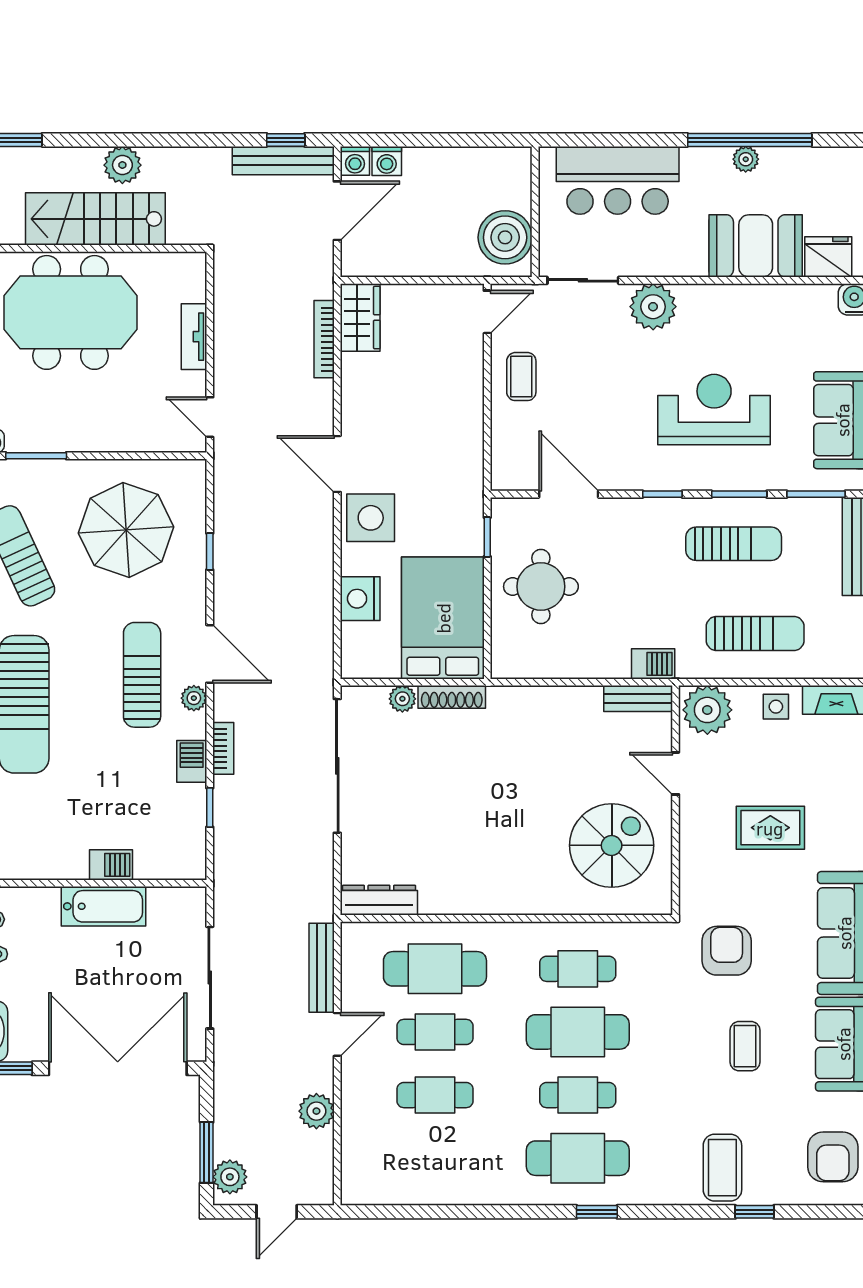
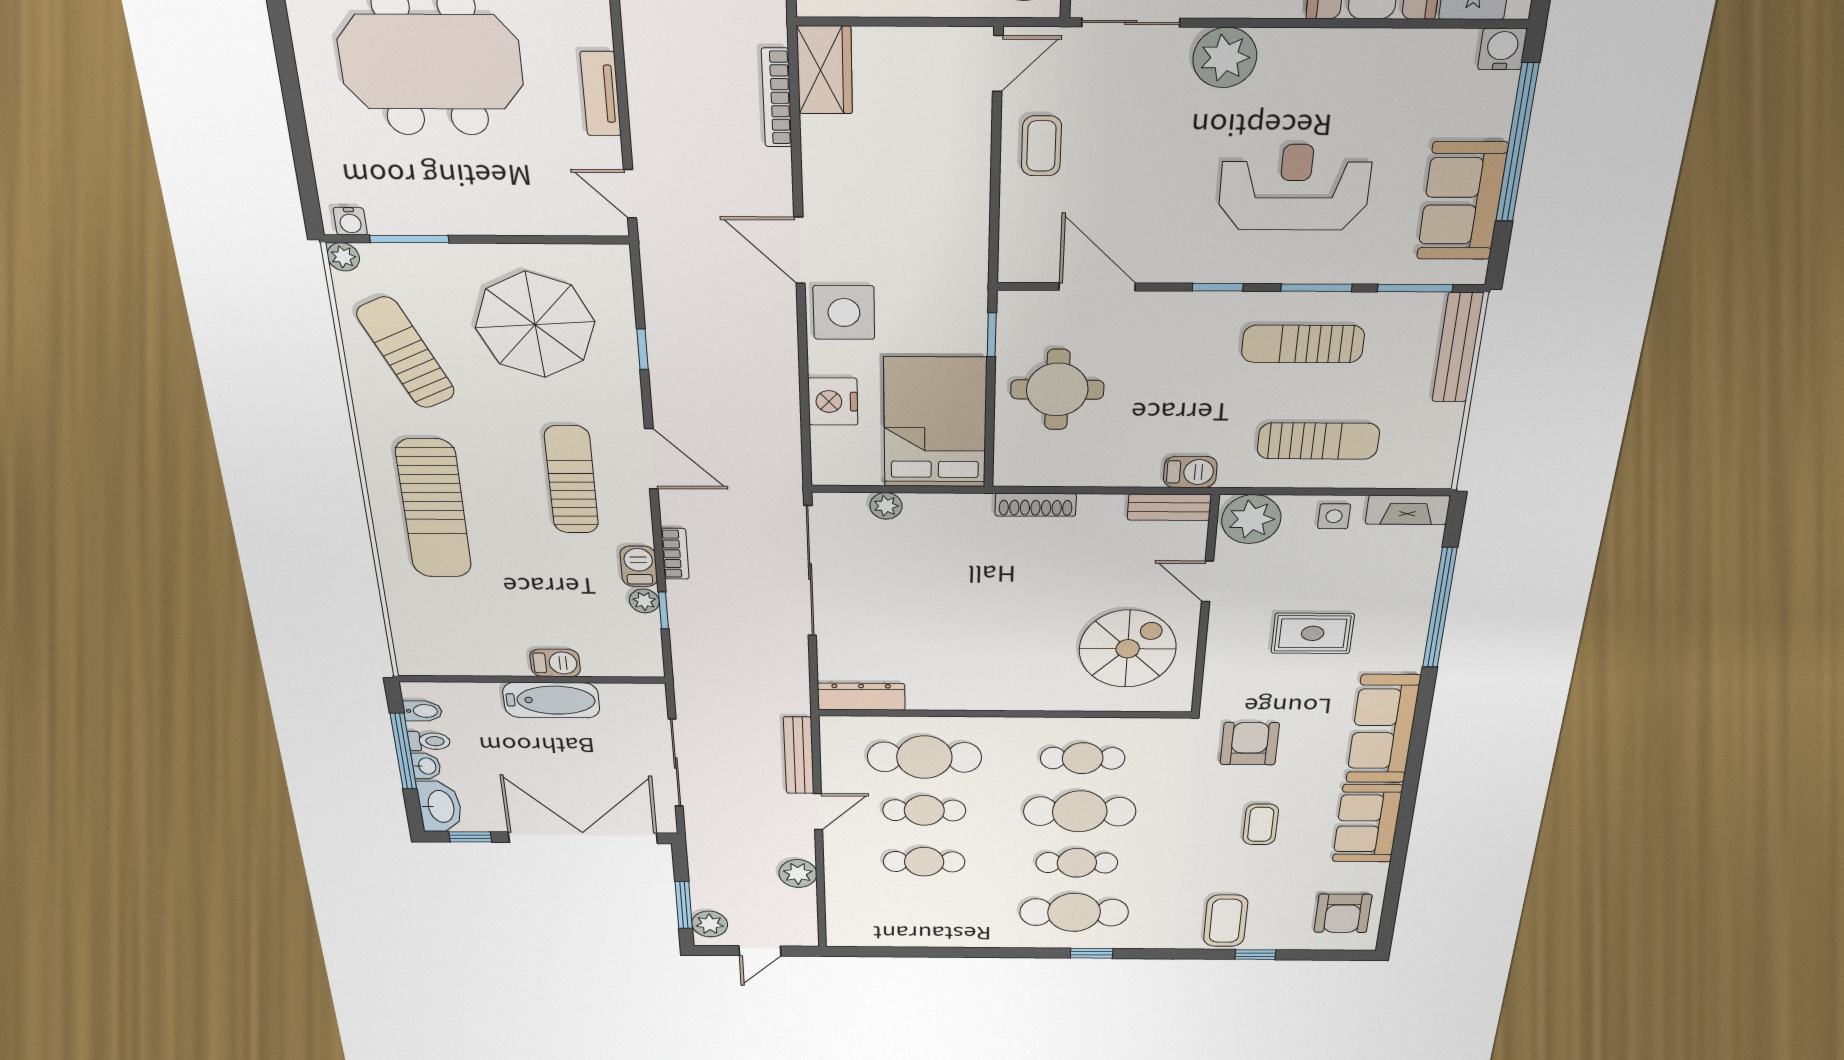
sun lounger: (734, 544) -> (1303, 344), turned 180
shoe rack: (452, 697) -> (1036, 505), moved
plant: (194, 698) -> (644, 601), moved

